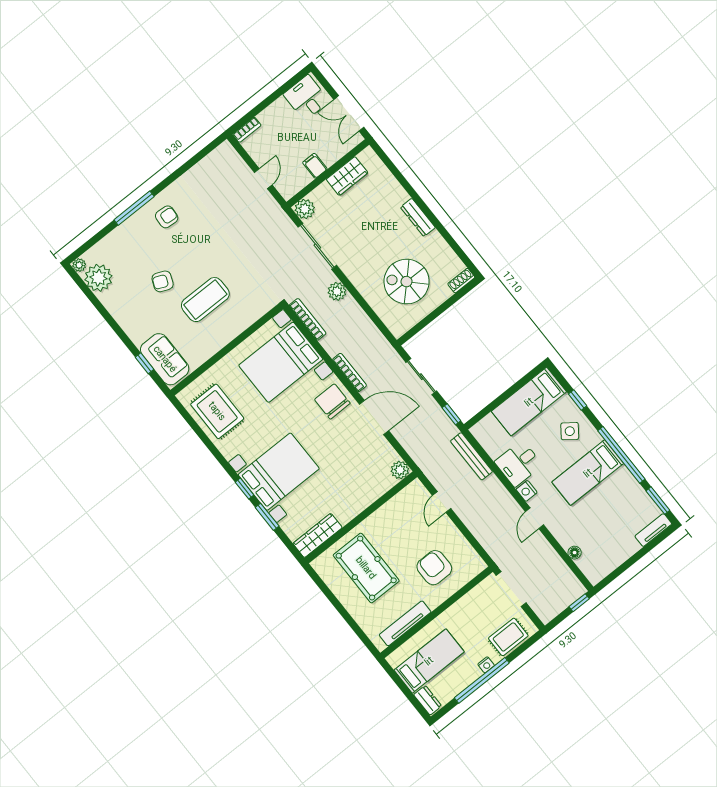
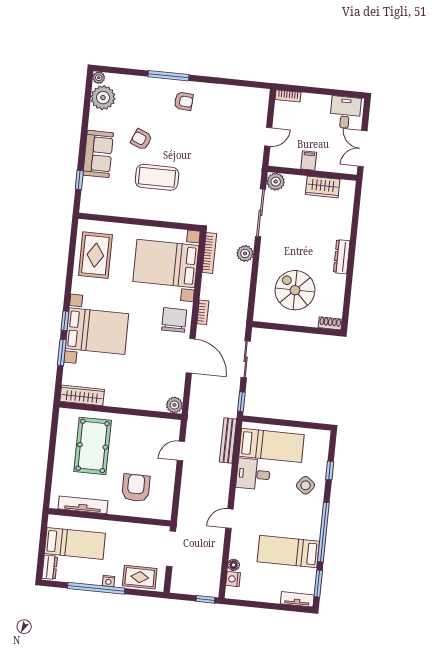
sofa: (165, 359) -> (98, 154), moved
bookcase: (350, 372) -> (203, 312), width x0.64
bed: (529, 402) -> (271, 445), moved, turned 180
bed: (588, 473) -> (288, 552), moved
nightstand: (527, 491) -> (233, 579), moved

